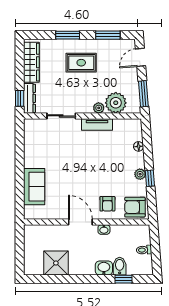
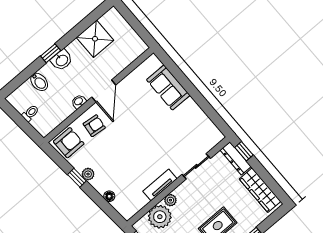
armchair: (107, 204) -> (94, 126), turned 96
door: (80, 222) -> (104, 91), hinge flipped
washbasin: (104, 268) -> (62, 60), moved
window: (123, 279) -> (51, 53), moved

